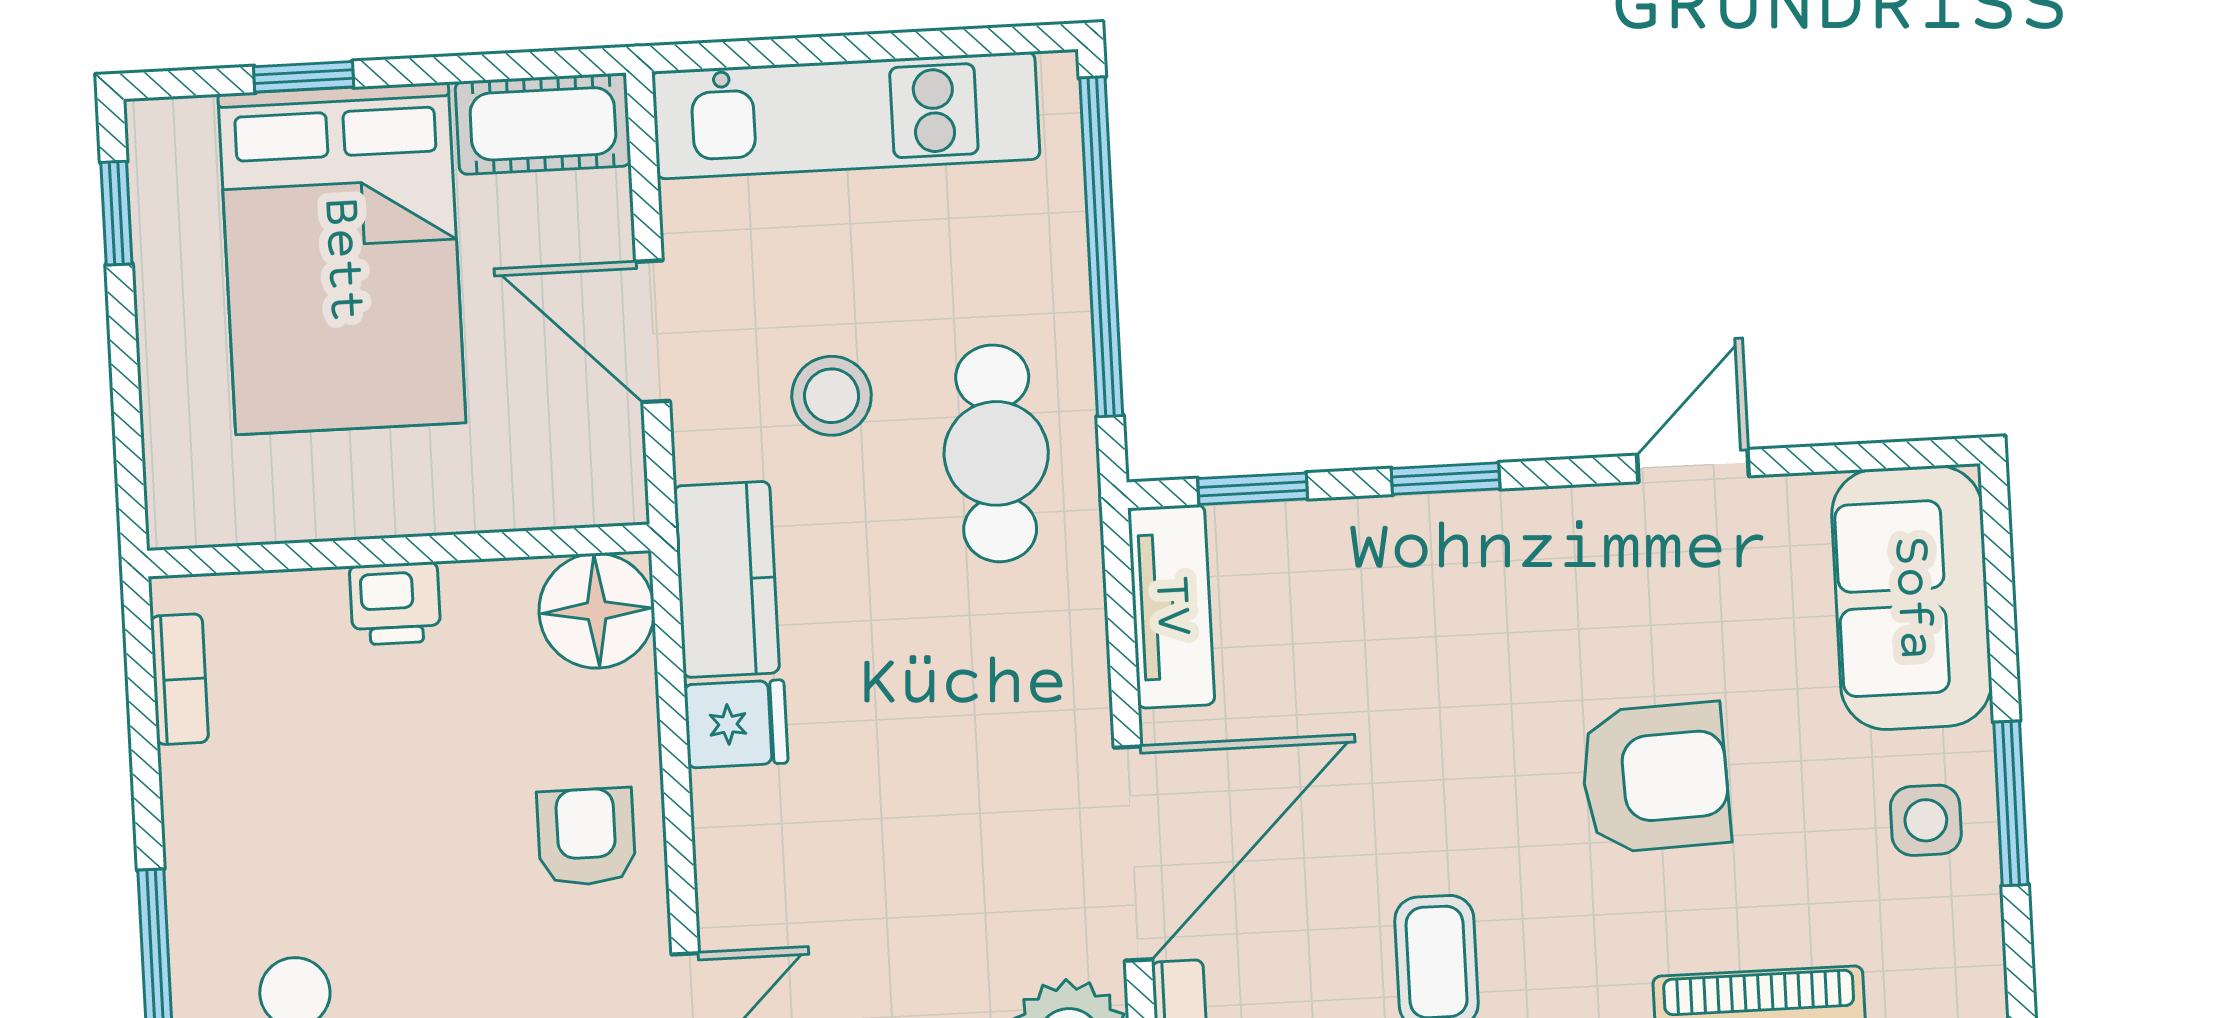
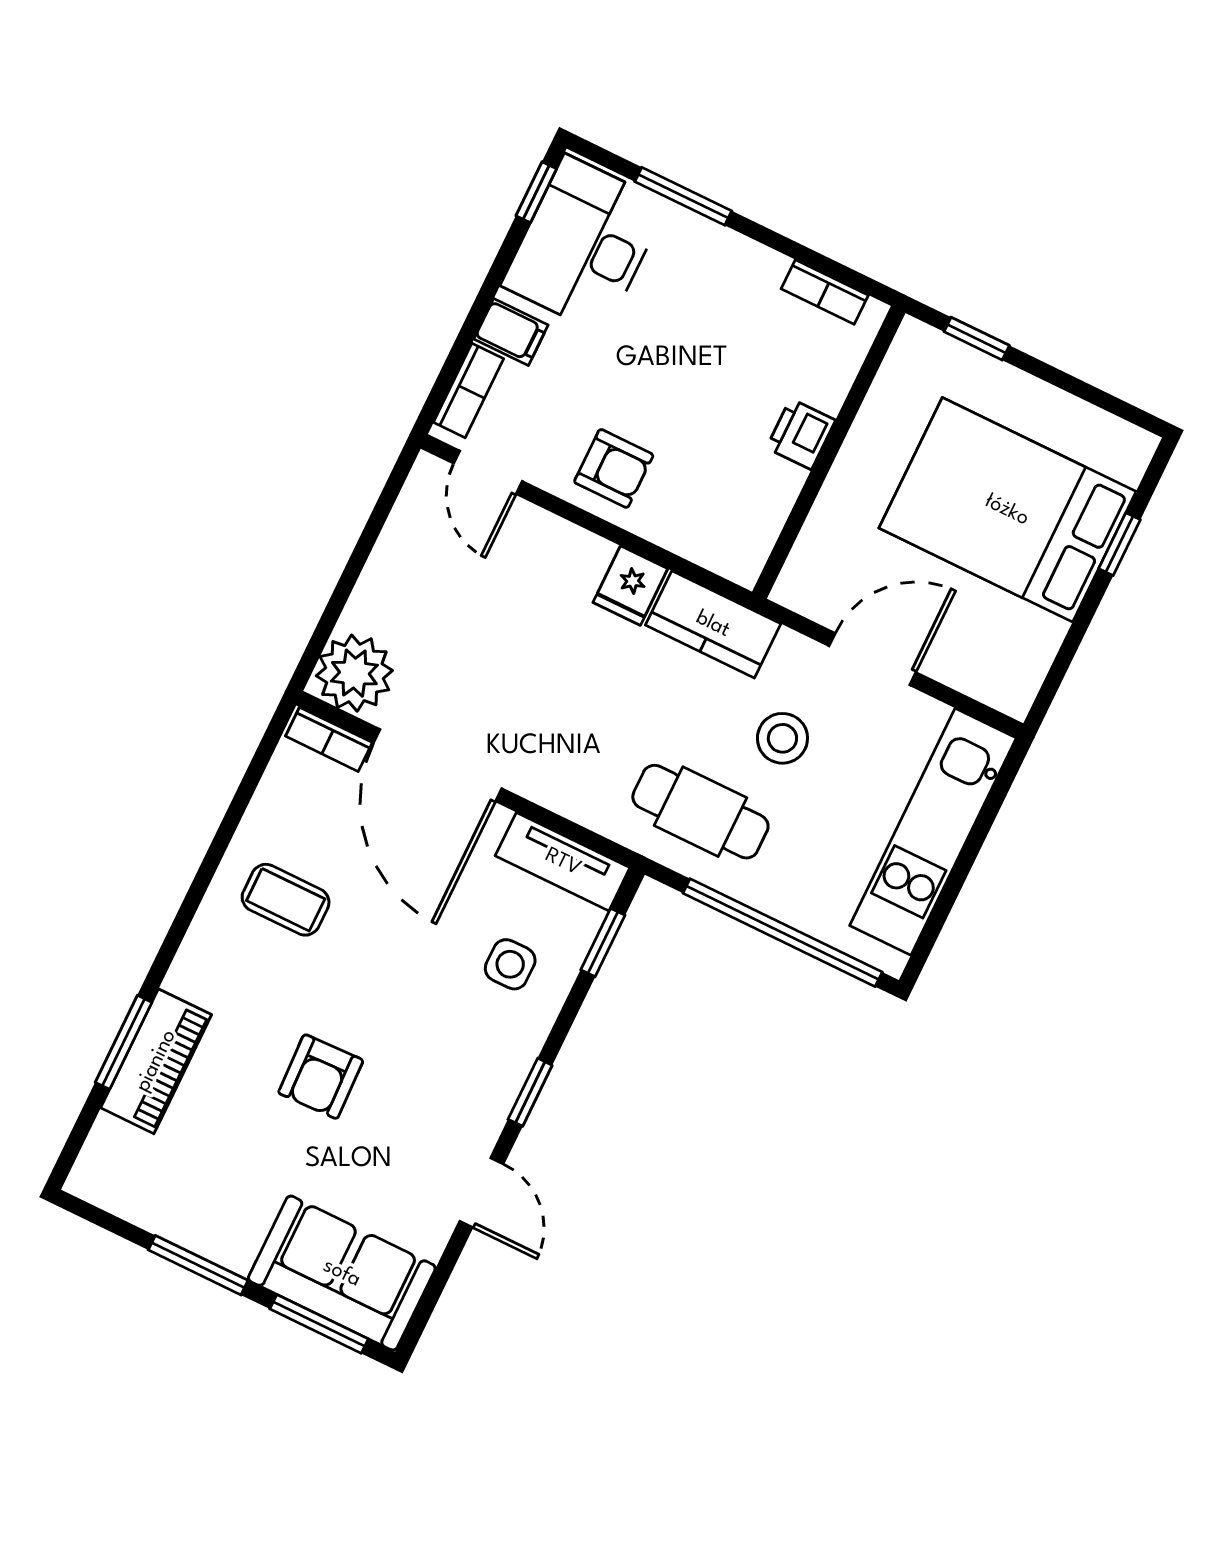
cot: (543, 124) -> (1021, 662), removed
window: (116, 213) -> (977, 339), moved
window: (1446, 479) -> (530, 1092), moved
window: (2000, 591) -> (319, 1324), added
floor lamp: (597, 611) -> (735, 543), removed
armchair: (1655, 778) -> (321, 1077), width x0.72, depth x0.72
side table: (1926, 820) -> (510, 964), moved

